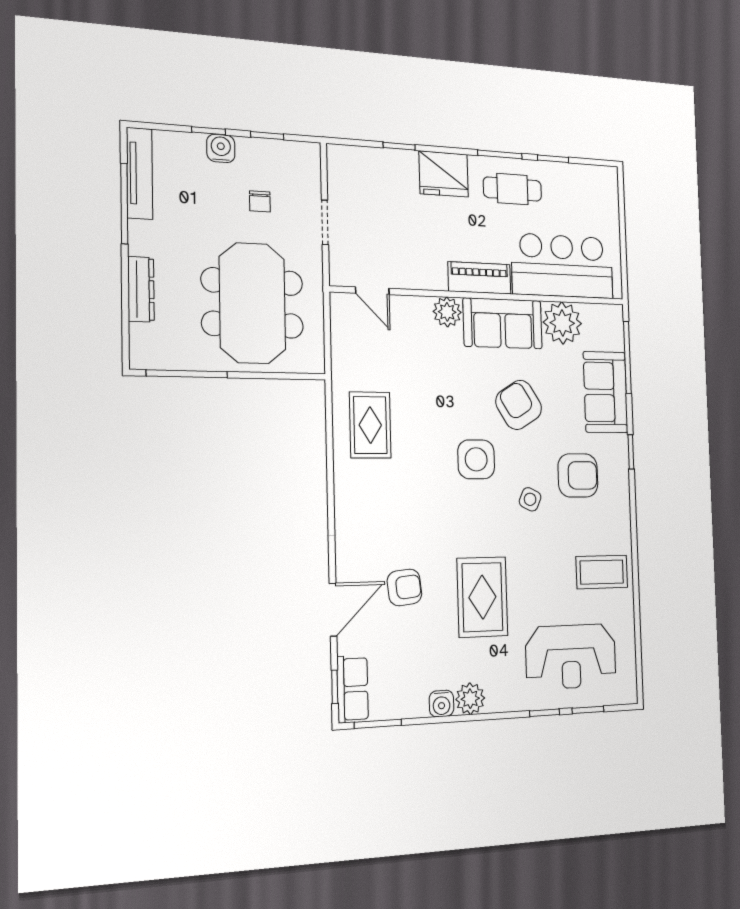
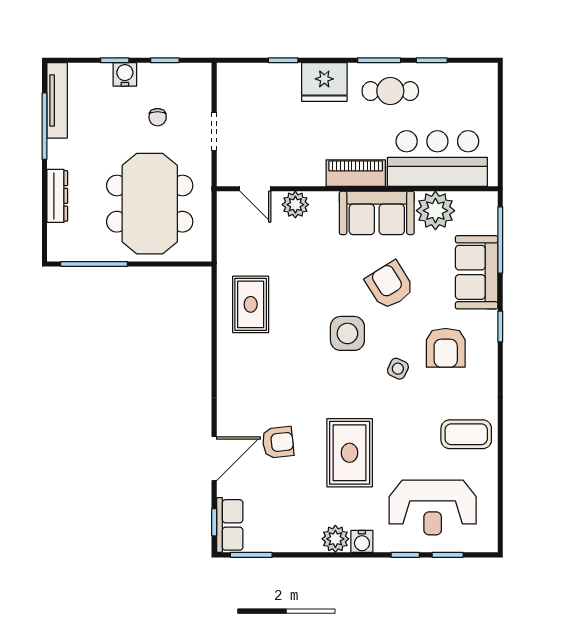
plant: (447, 312) -> (295, 205), moved
armchair: (578, 475) -> (446, 348), turned 90
water cooler: (442, 704) -> (362, 541), moved

